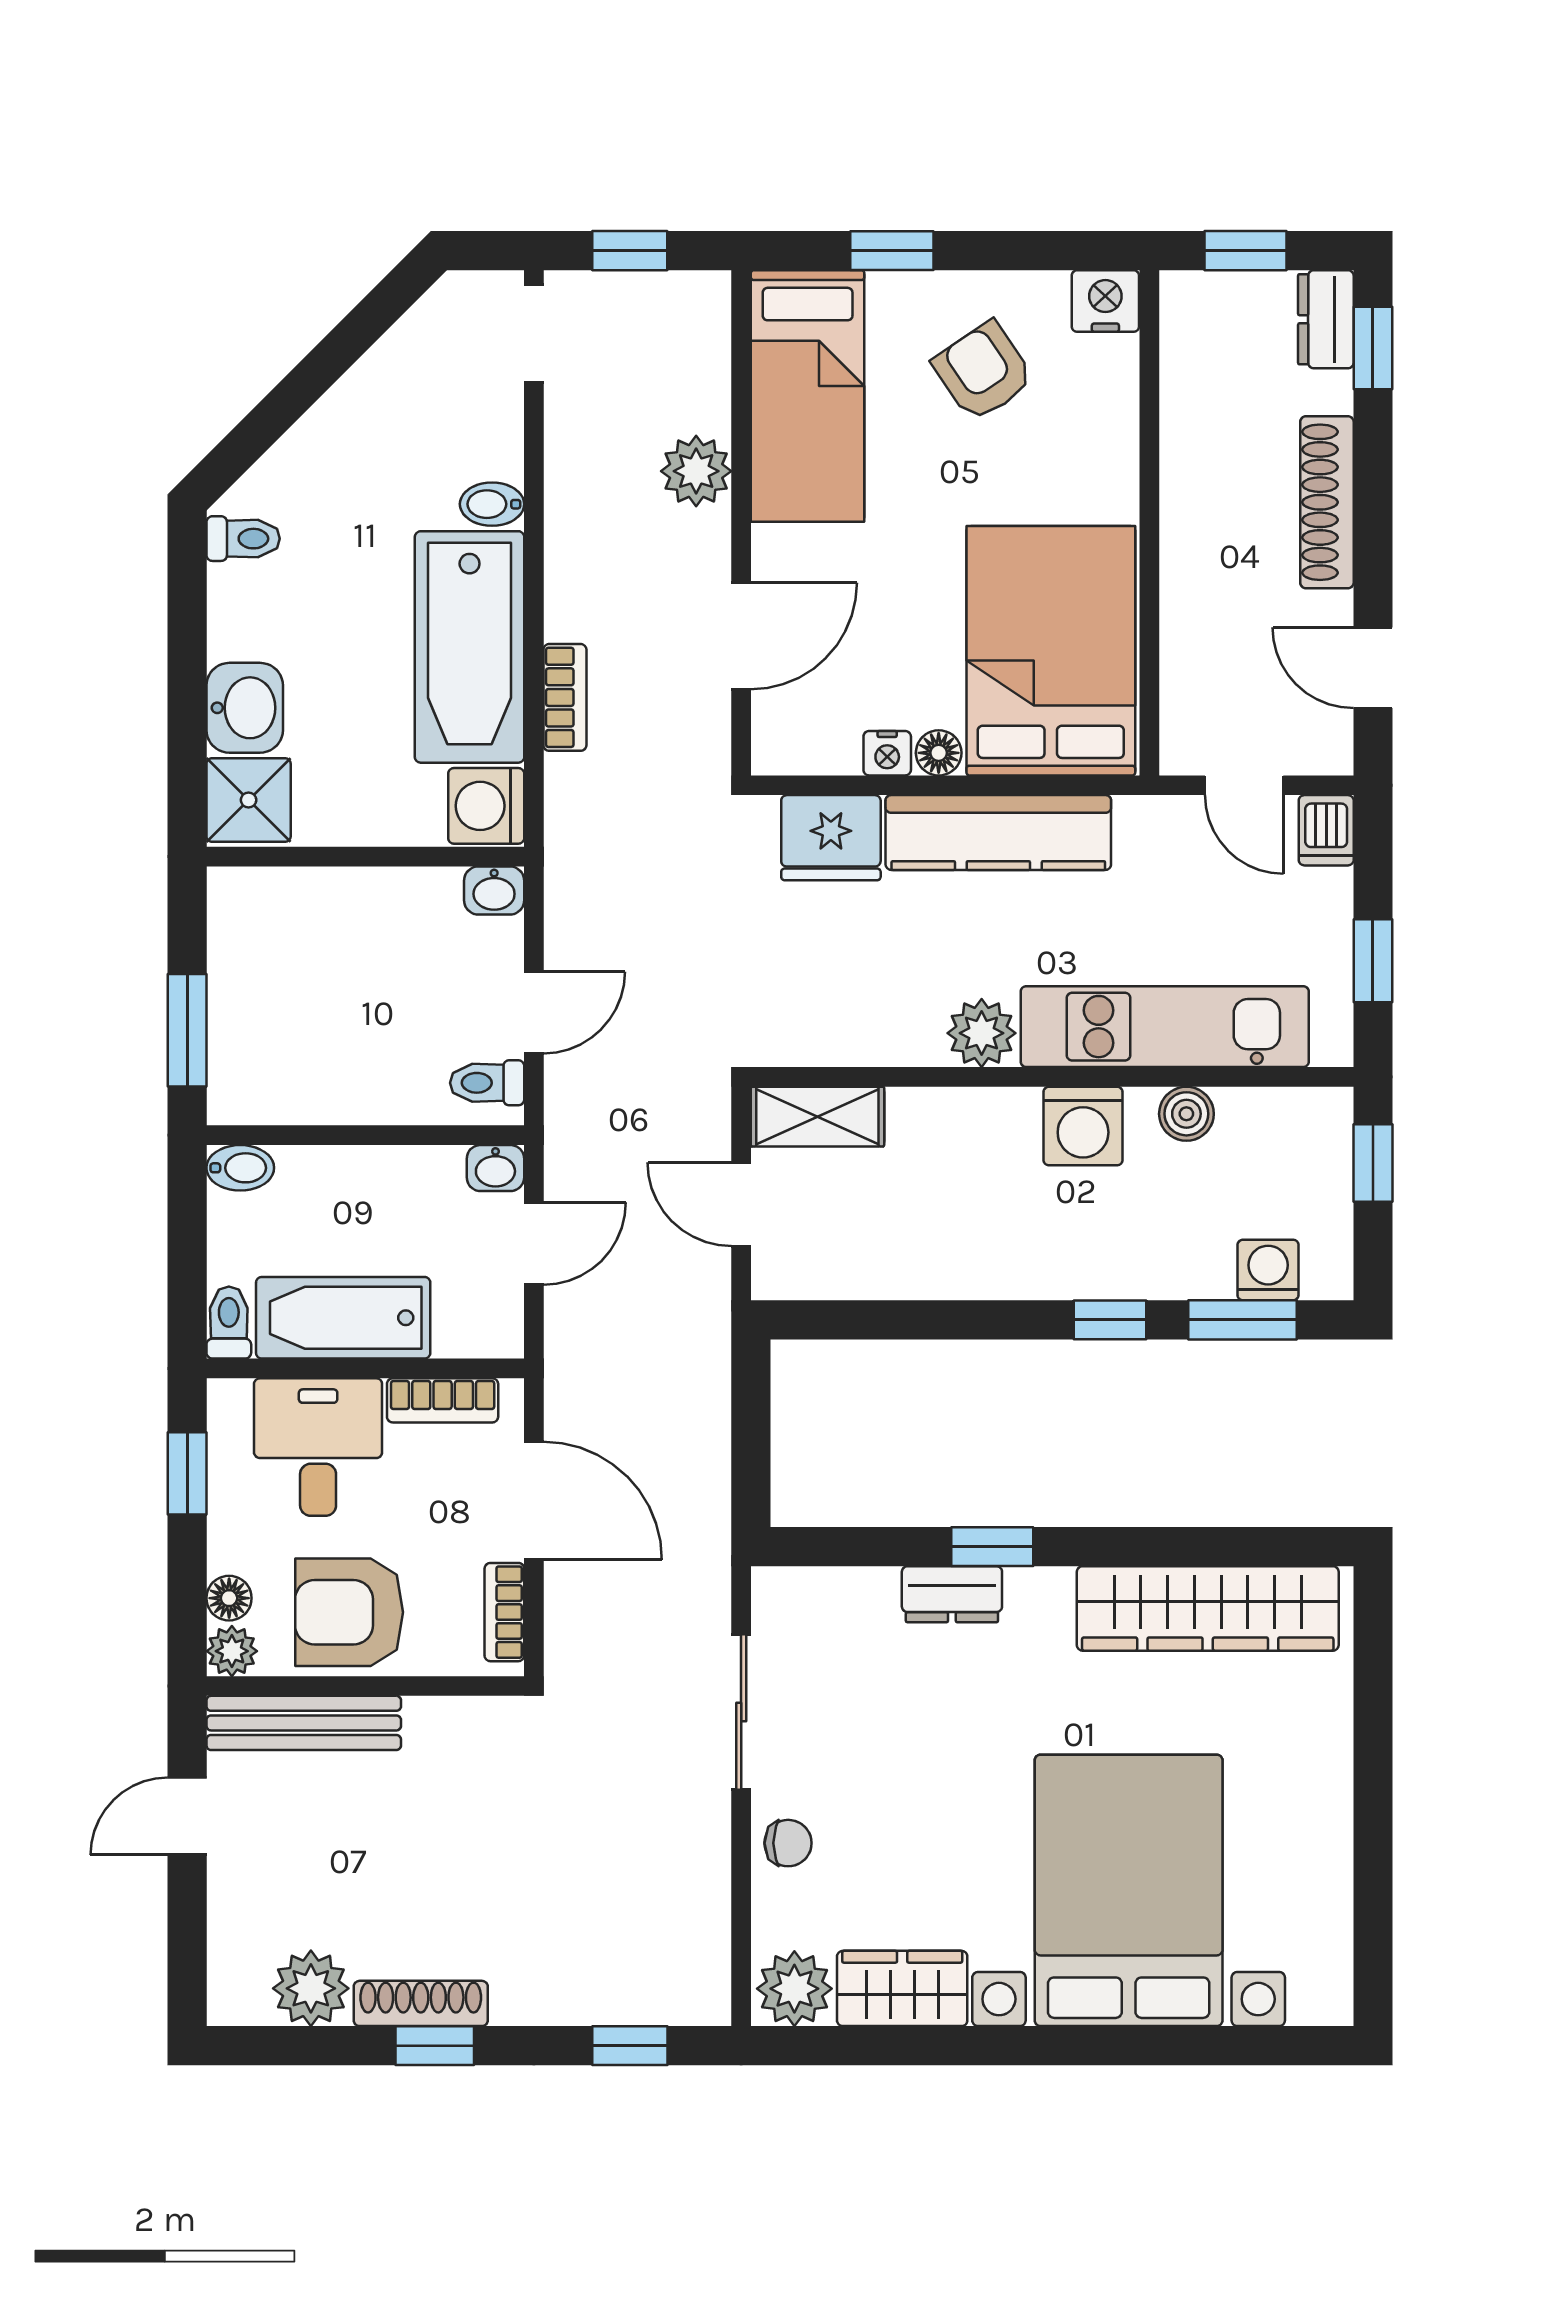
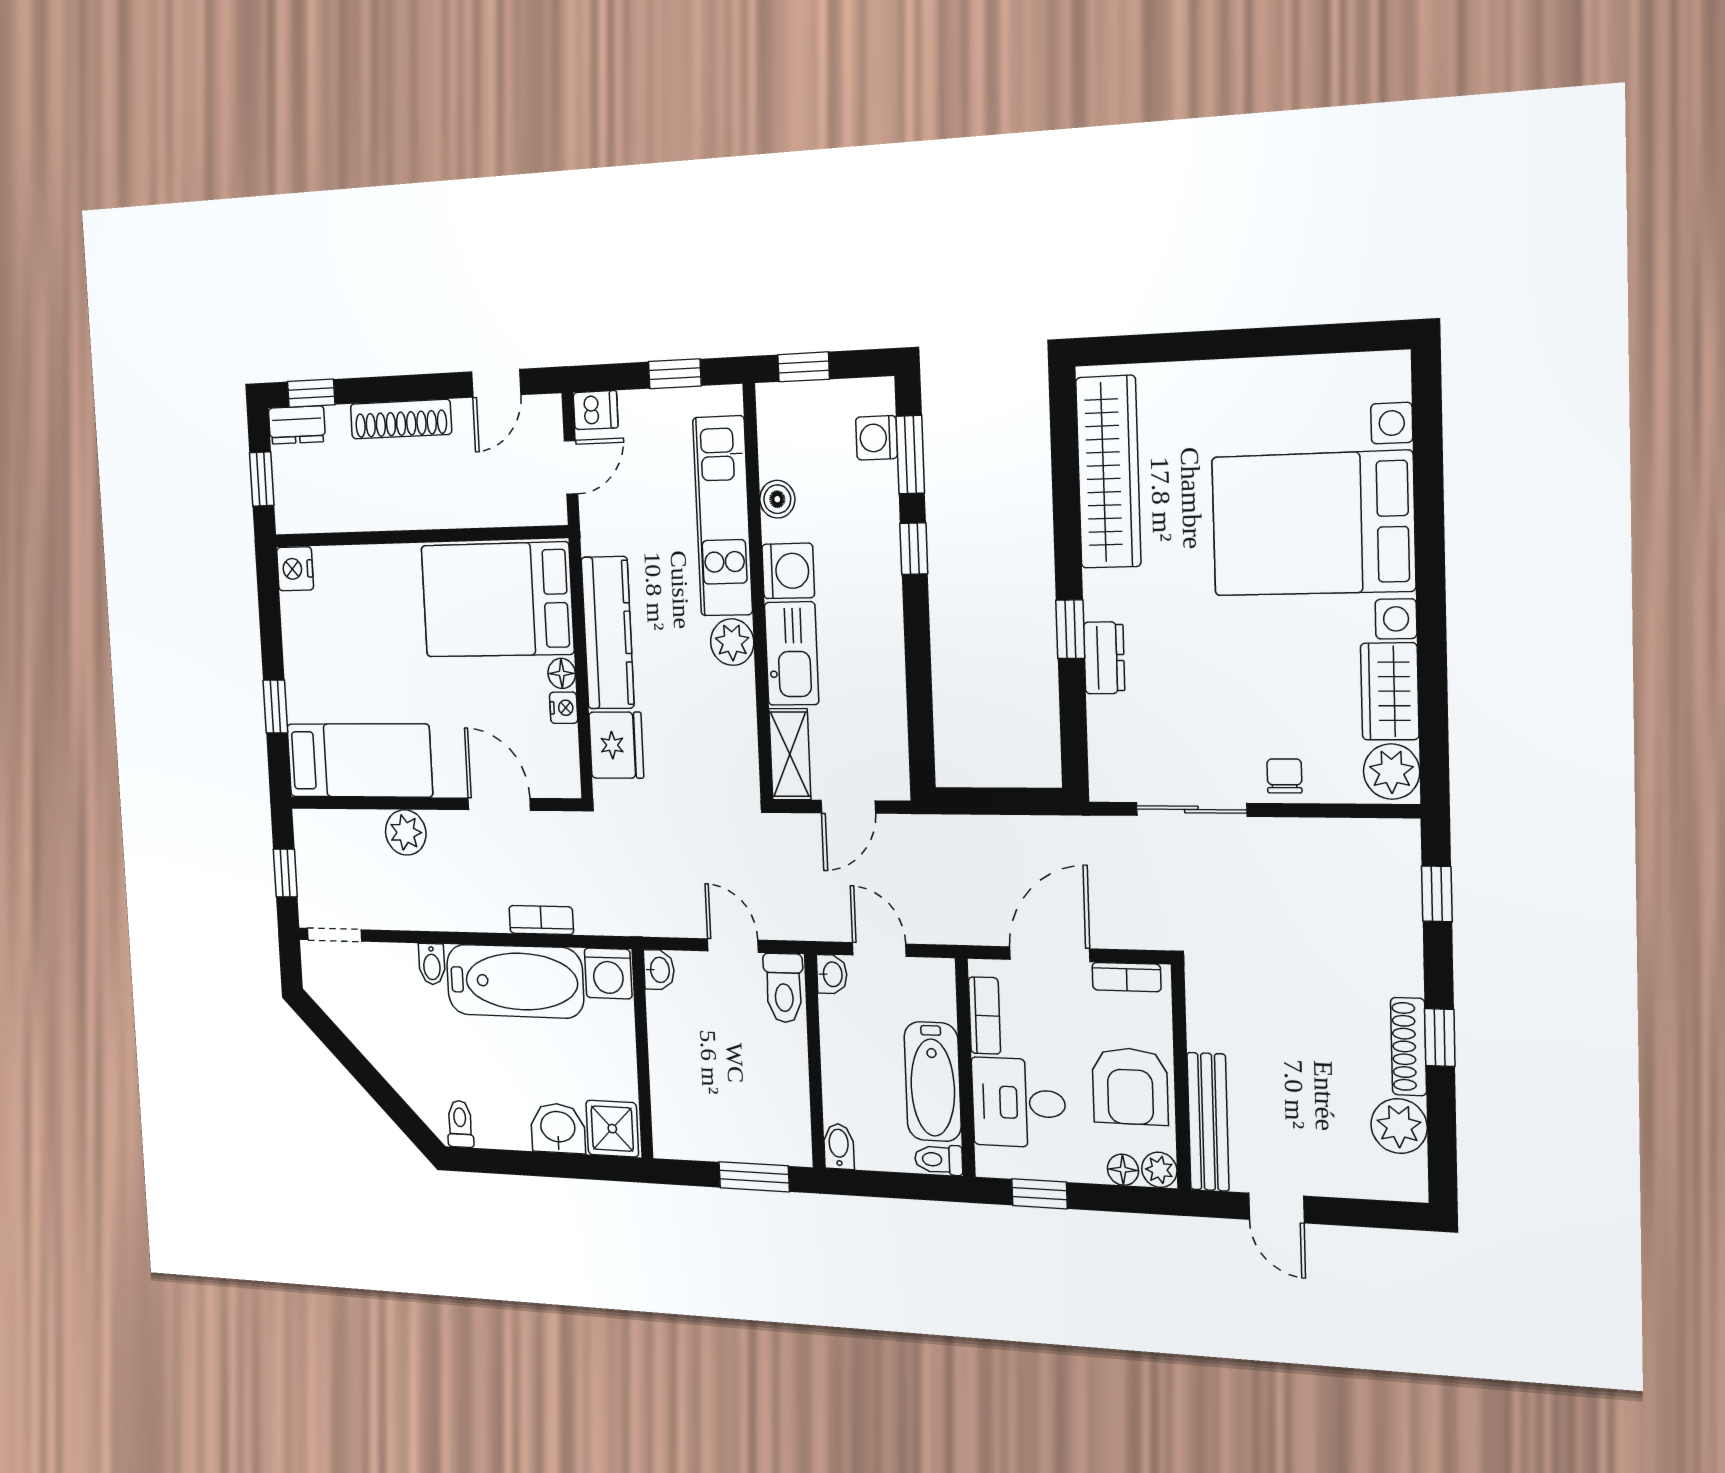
armchair: (983, 371) -> (339, 647), removed
toilet: (487, 1083) -> (784, 988), width x1.37, depth x1.39
kitchen sink: (964, 1126) -> (792, 653), added

